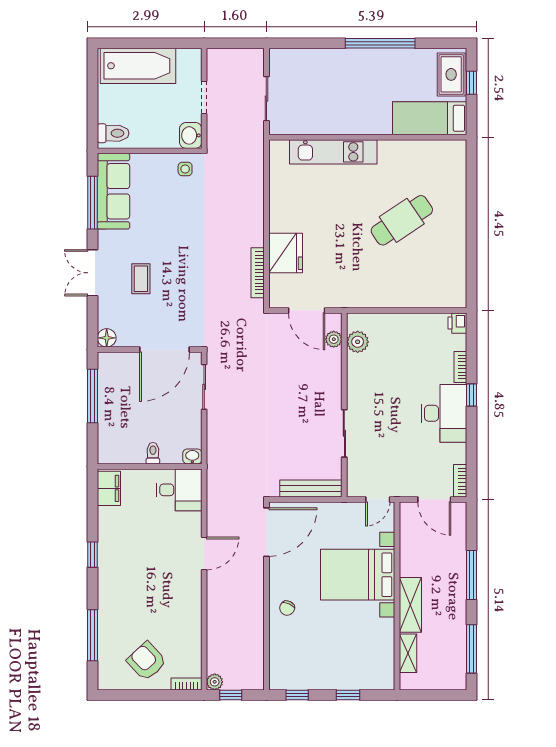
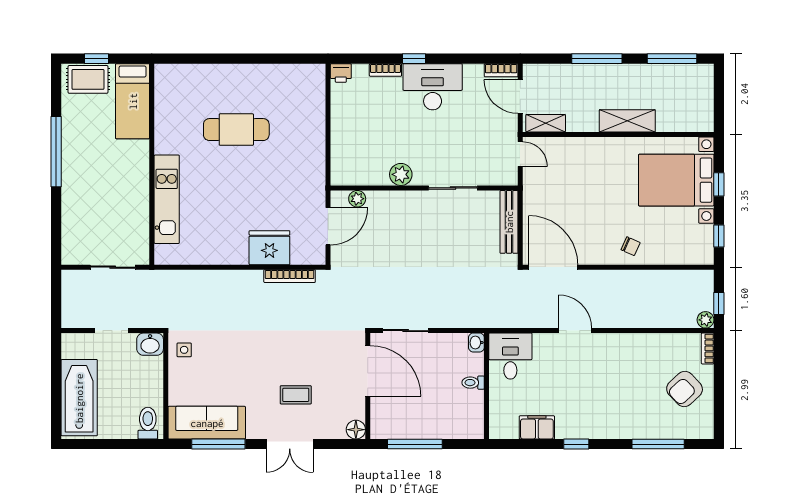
cafe table: (402, 220) -> (236, 130), turned -56
plant: (358, 342) -> (401, 174), moved
filing cabinet: (109, 488) -> (537, 427), moved
door: (434, 500) -> (520, 97), swing flipped
bed with nightstands: (358, 575) -> (676, 180), moved, turned 90
shelving: (408, 653) -> (546, 123), moved

